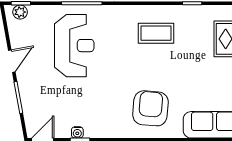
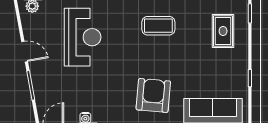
door: (12, 61) -> (25, 52), hinge flipped

